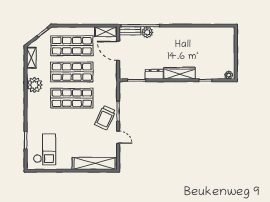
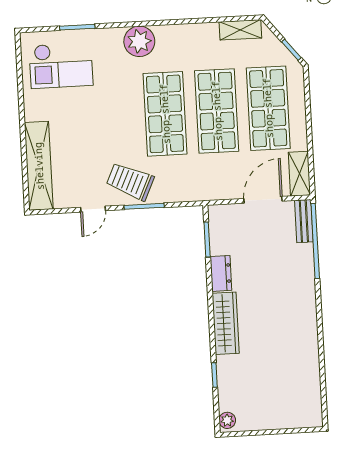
plant: (147, 32) -> (303, 255), removed
plant: (34, 85) -> (139, 41), moved

